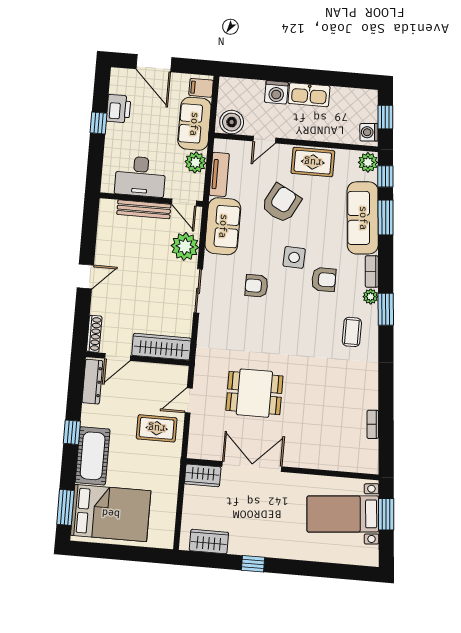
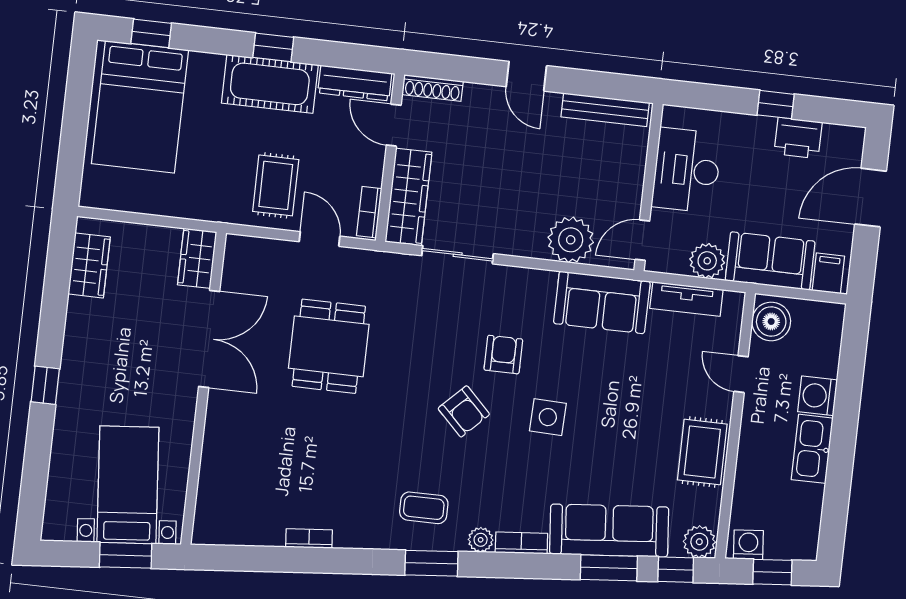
armchair: (281, 203) -> (637, 399), removed
bench: (144, 209) -> (605, 110), moved, turned 90
armchair: (324, 280) -> (464, 411), moved, turned -45
sliding door: (198, 291) -> (458, 255), moved
window: (386, 309) -> (431, 563), moved
bookcase: (171, 371) -> (369, 212), added
bookcase: (373, 424) -> (309, 539), moved
cot: (93, 456) -> (270, 84), moved
window: (65, 507) -> (151, 33), width x0.67
window: (253, 564) -> (45, 385), moved

